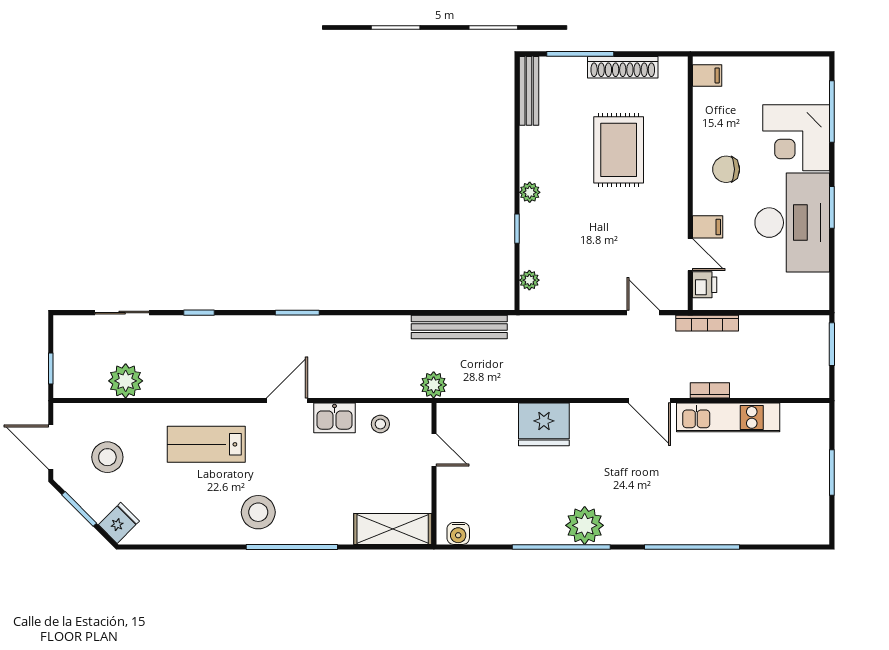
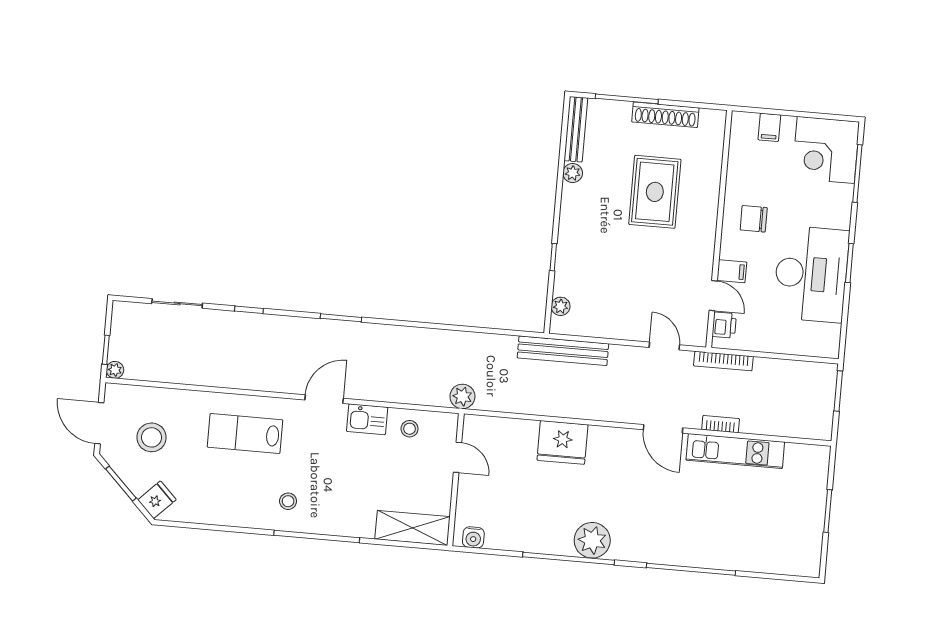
filing cabinet: (707, 75) -> (769, 127), moved, turned 90
corner desk: (796, 138) -> (826, 150), moved
plant: (530, 192) -> (573, 173), moved
bench: (459, 327) -> (563, 351), moved
plant: (126, 381) -> (115, 370), moved, width x0.53, depth x0.53
stool: (258, 512) -> (288, 501), width x0.53, depth x0.53

